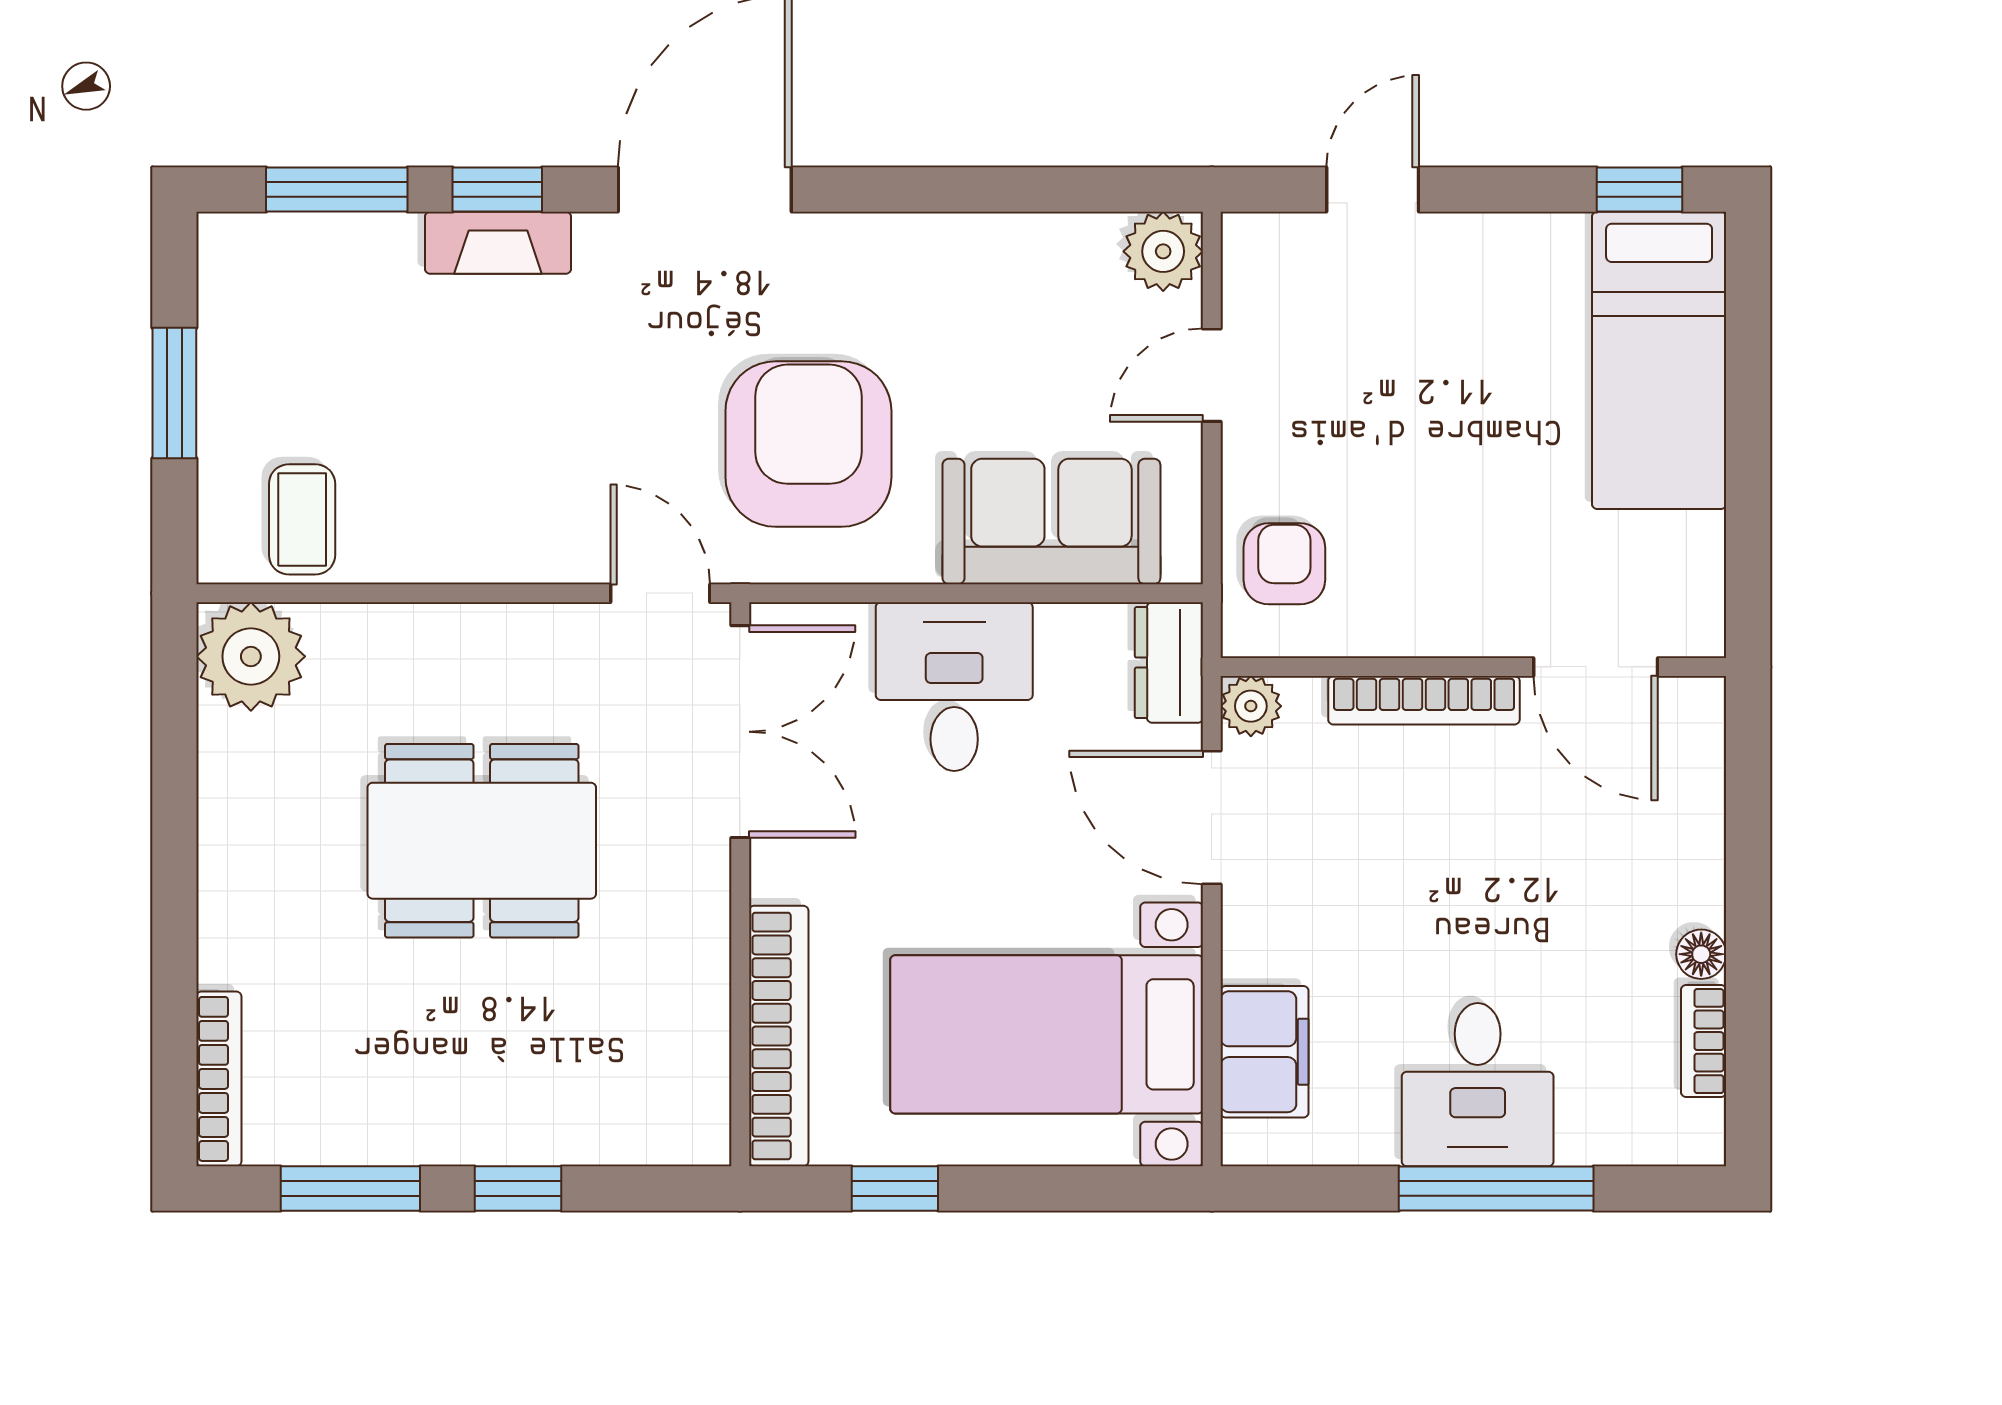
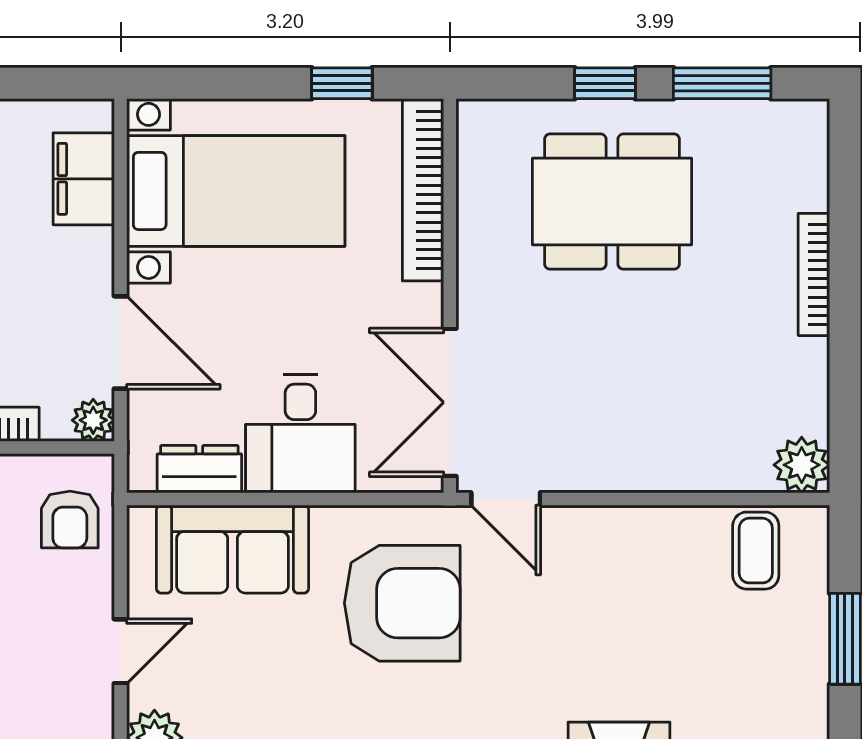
armchair: (808, 444) -> (402, 603), turned -90
plant: (251, 656) -> (802, 465), width x0.73, depth x0.73
dresser: (1169, 663) -> (199, 469), moved, turned -90
dining table: (482, 841) -> (612, 202), moved
bookcase: (219, 1079) -> (814, 274), moved

